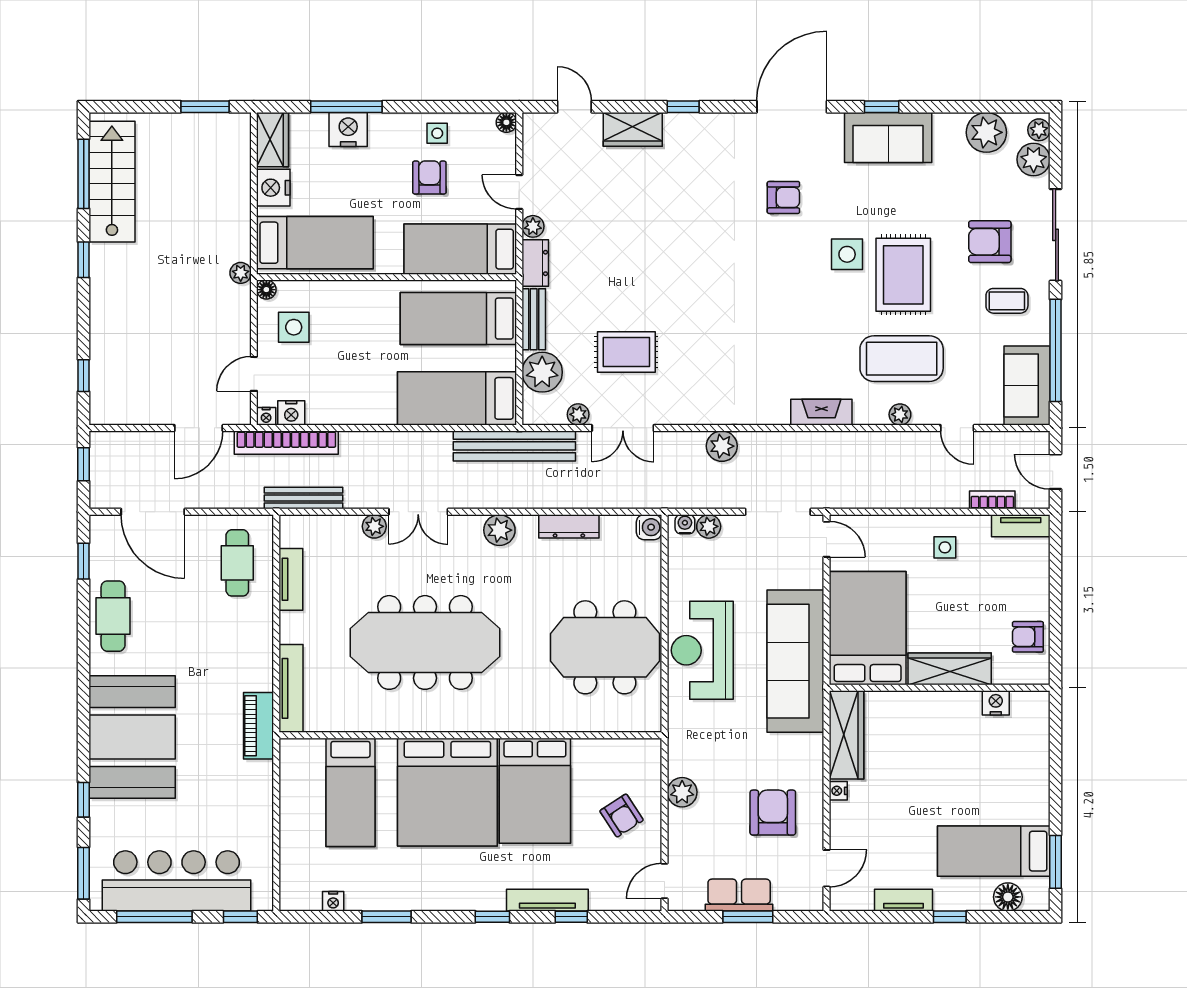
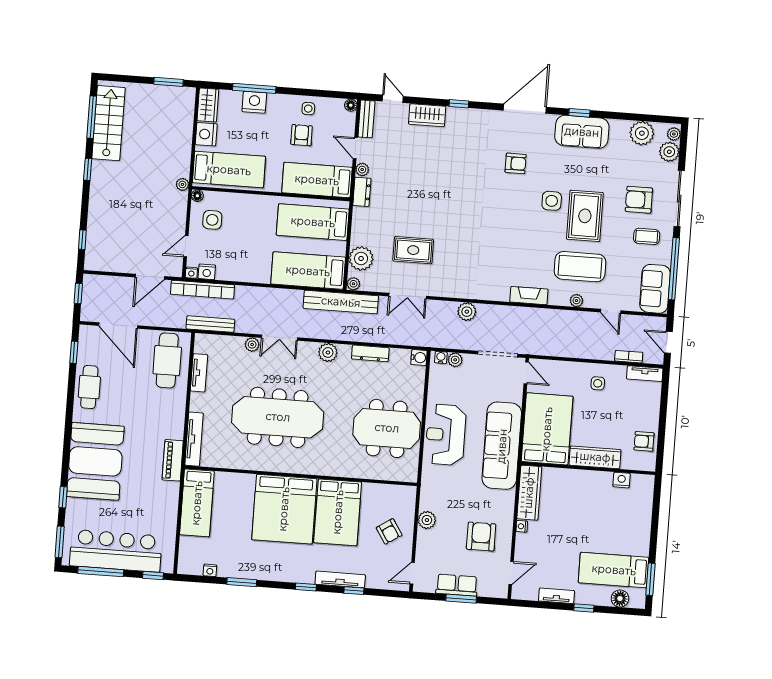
bench: (534, 319) -> (366, 119), moved
plant: (578, 414) -> (353, 284), moved
cafe table: (237, 563) -> (167, 360), width x1.37, depth x1.35
bed: (350, 792) -> (197, 503), moved

